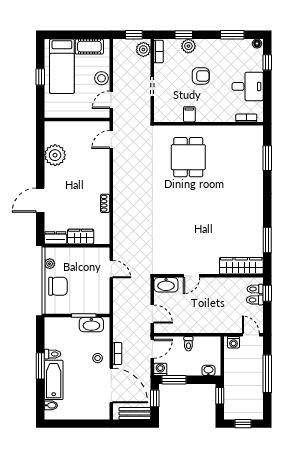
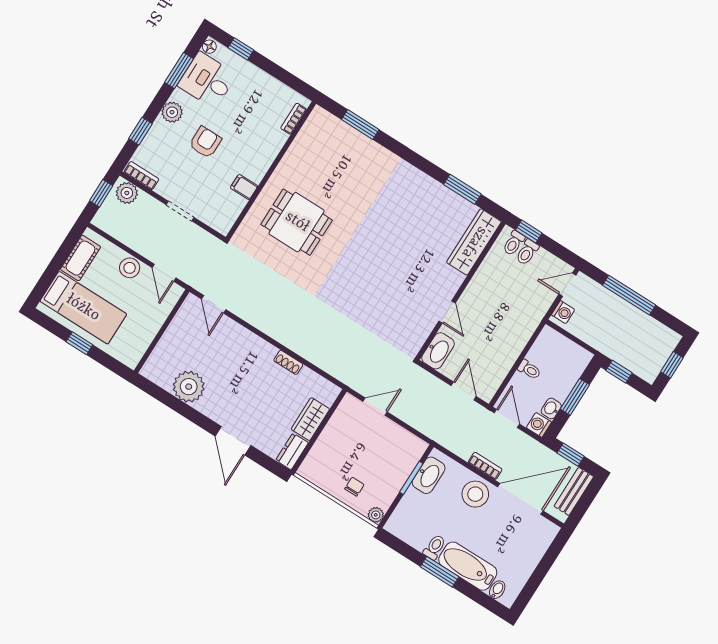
plant: (188, 46) -> (172, 112), moved
desk: (248, 86) -> (207, 80), moved, turned -90
plant: (50, 264) -> (376, 515), moved
chair: (58, 286) -> (354, 487), width x0.54, depth x0.54
door: (152, 314) -> (464, 391), hinge flipped
stool: (98, 358) -> (475, 494), width x1.89, depth x1.89
washbasin: (208, 370) -> (551, 408), moved
window: (174, 380) -> (575, 397), moved

